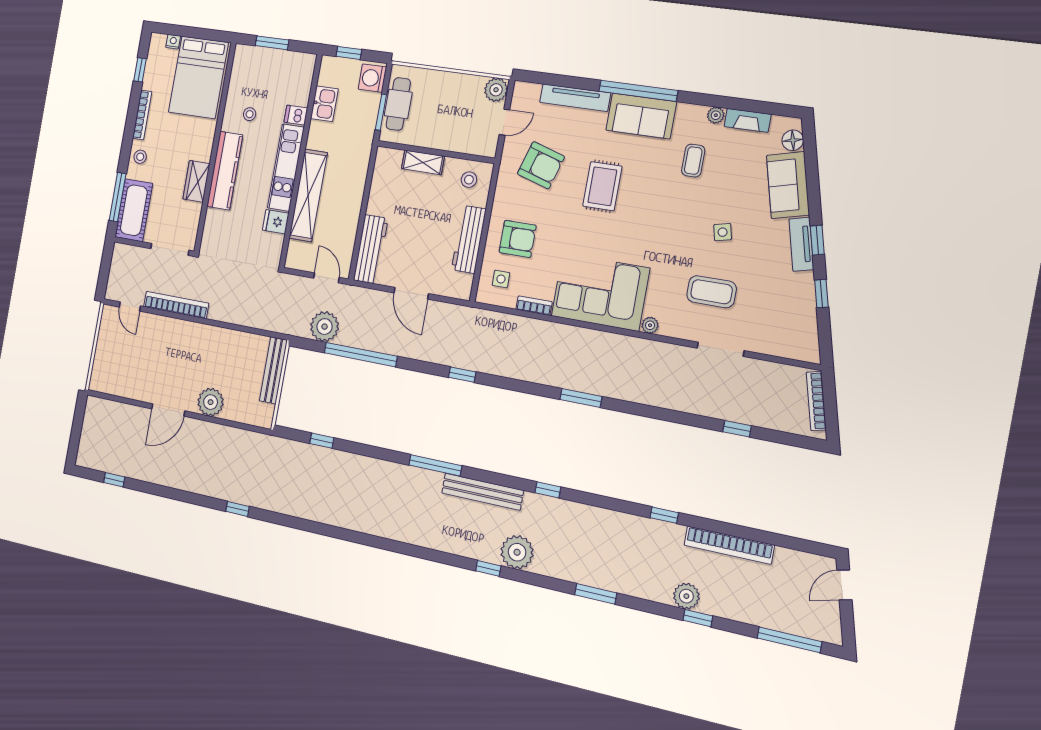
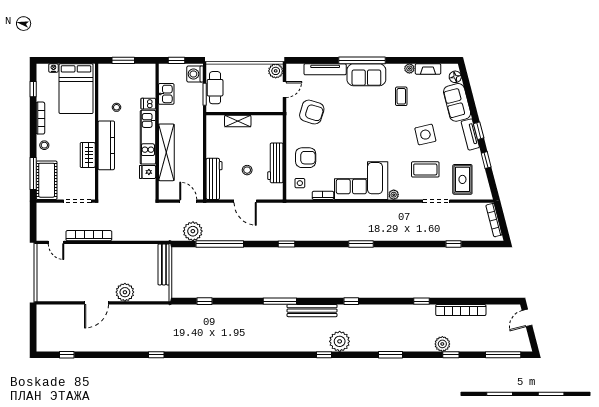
stool: (469, 180) -> (247, 170), moved
rug: (602, 186) -> (462, 179), moved
side table: (723, 232) -> (425, 135), width x1.87, depth x1.87

